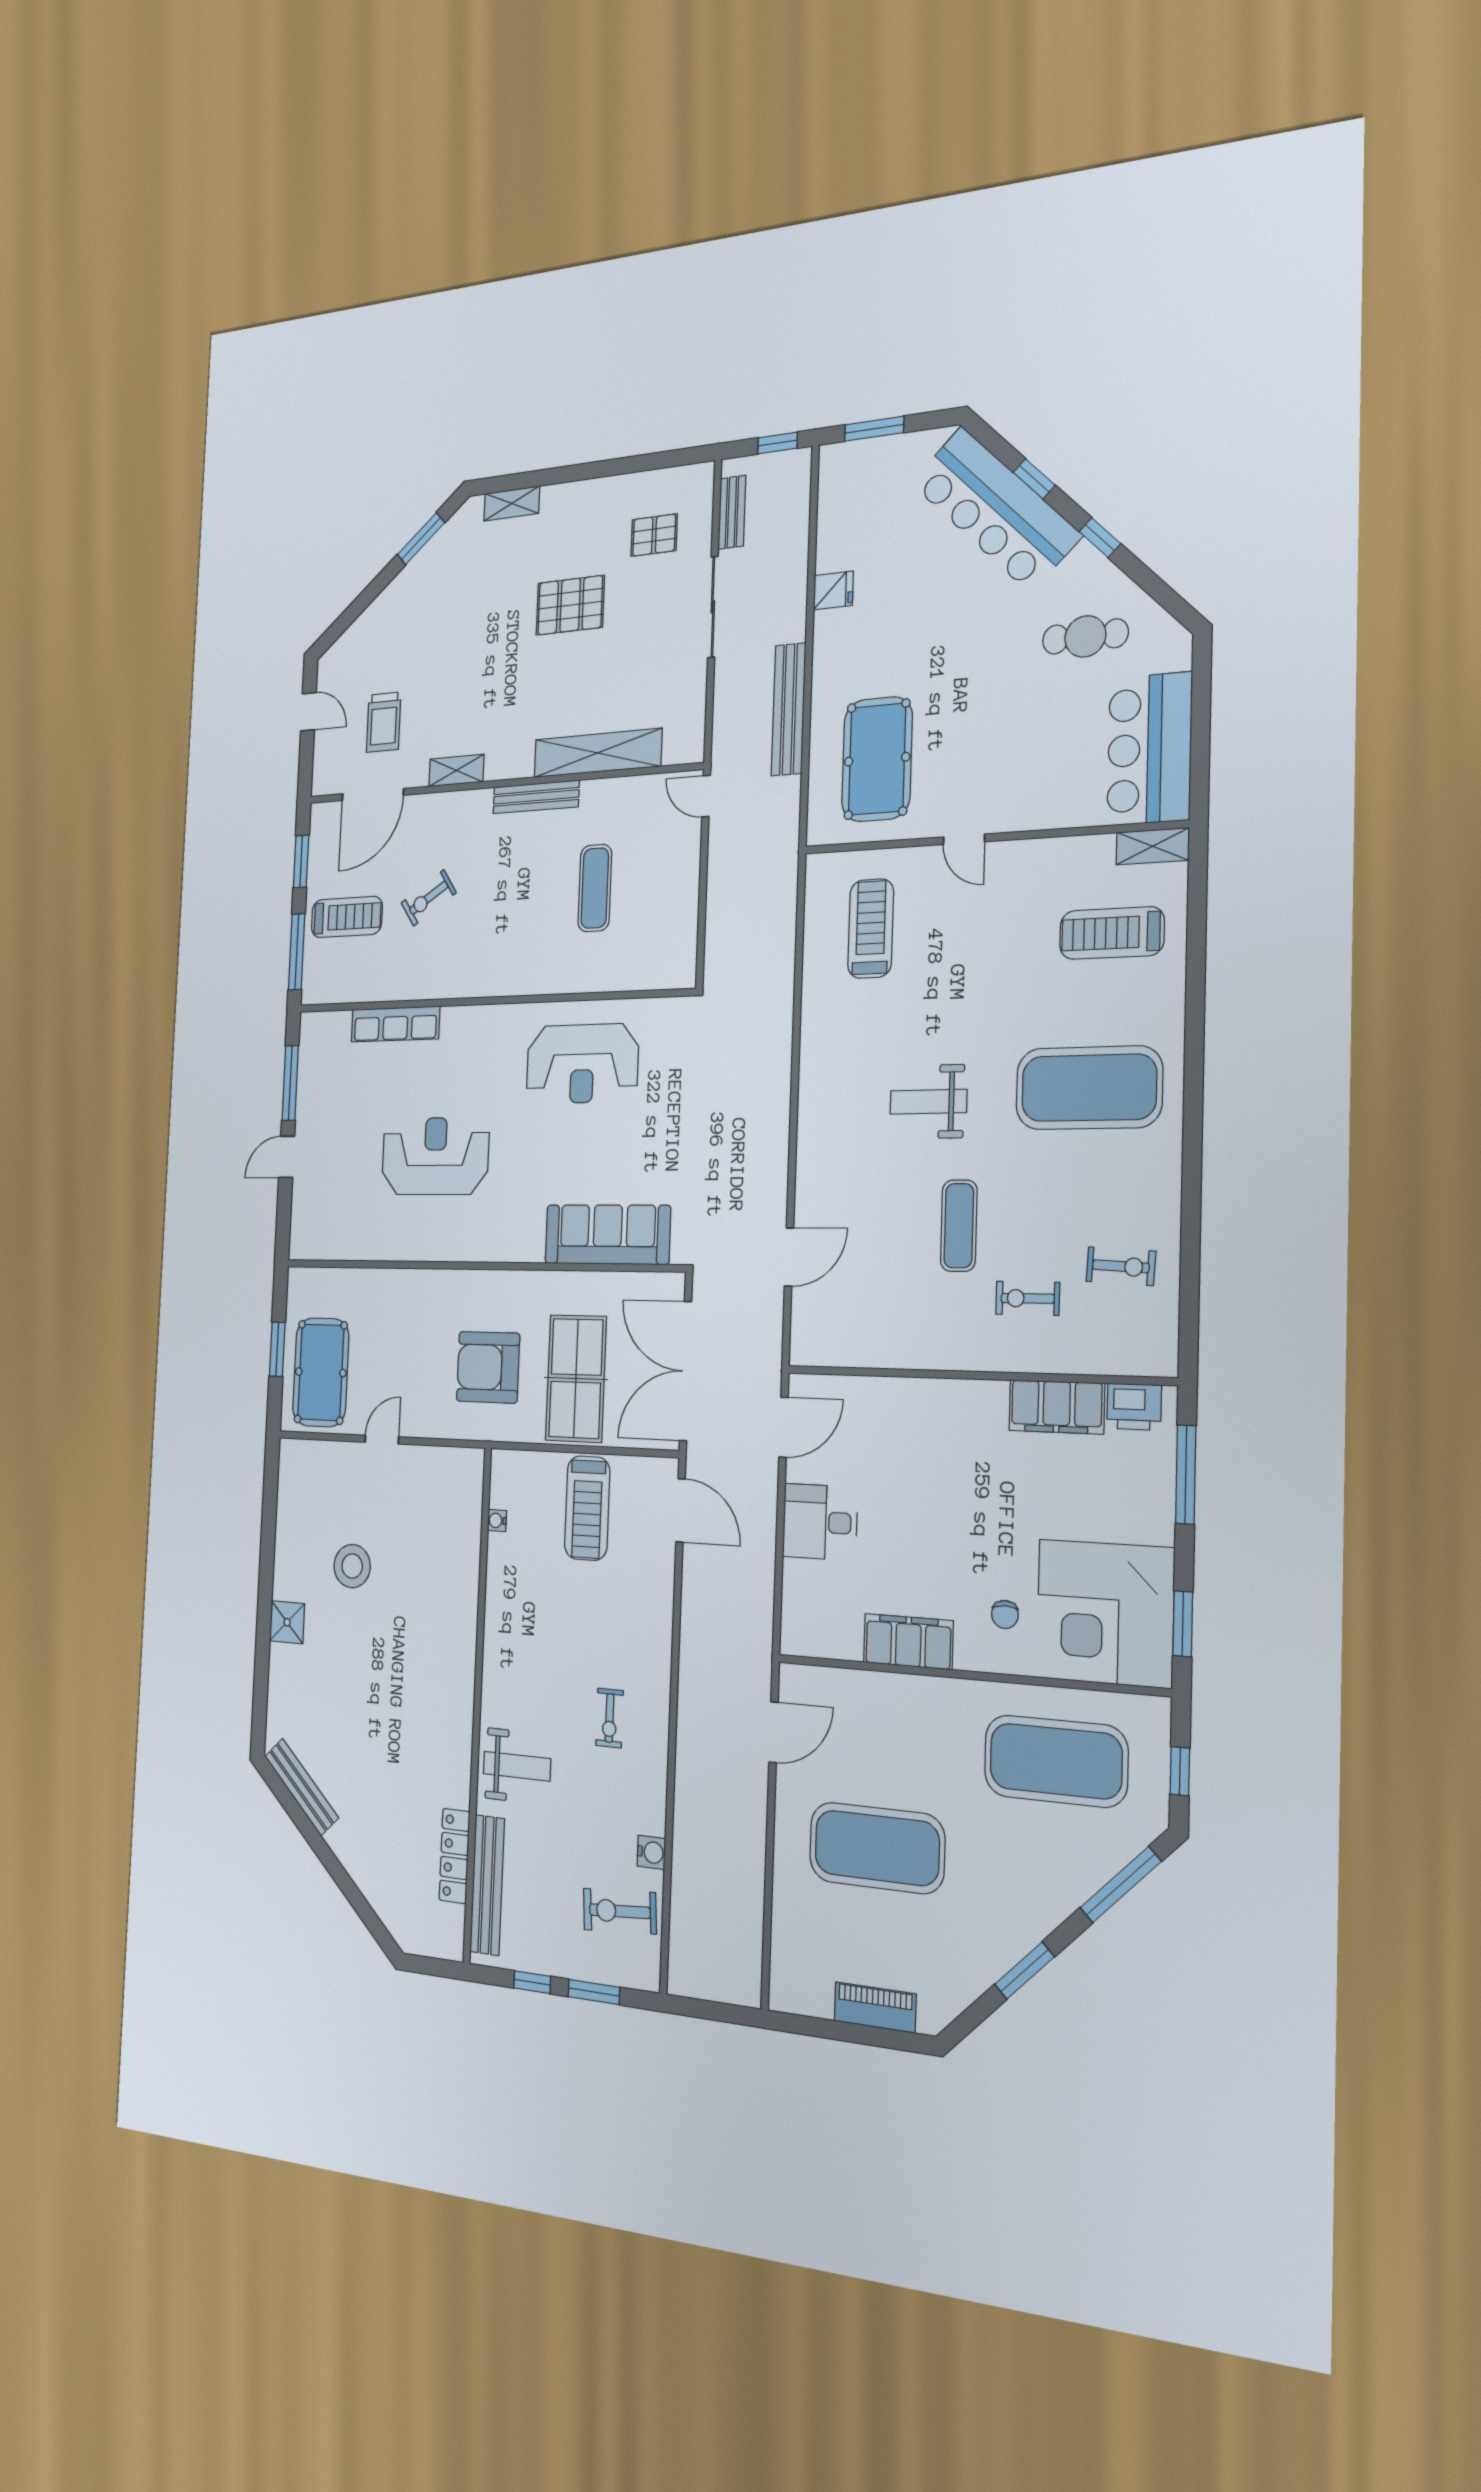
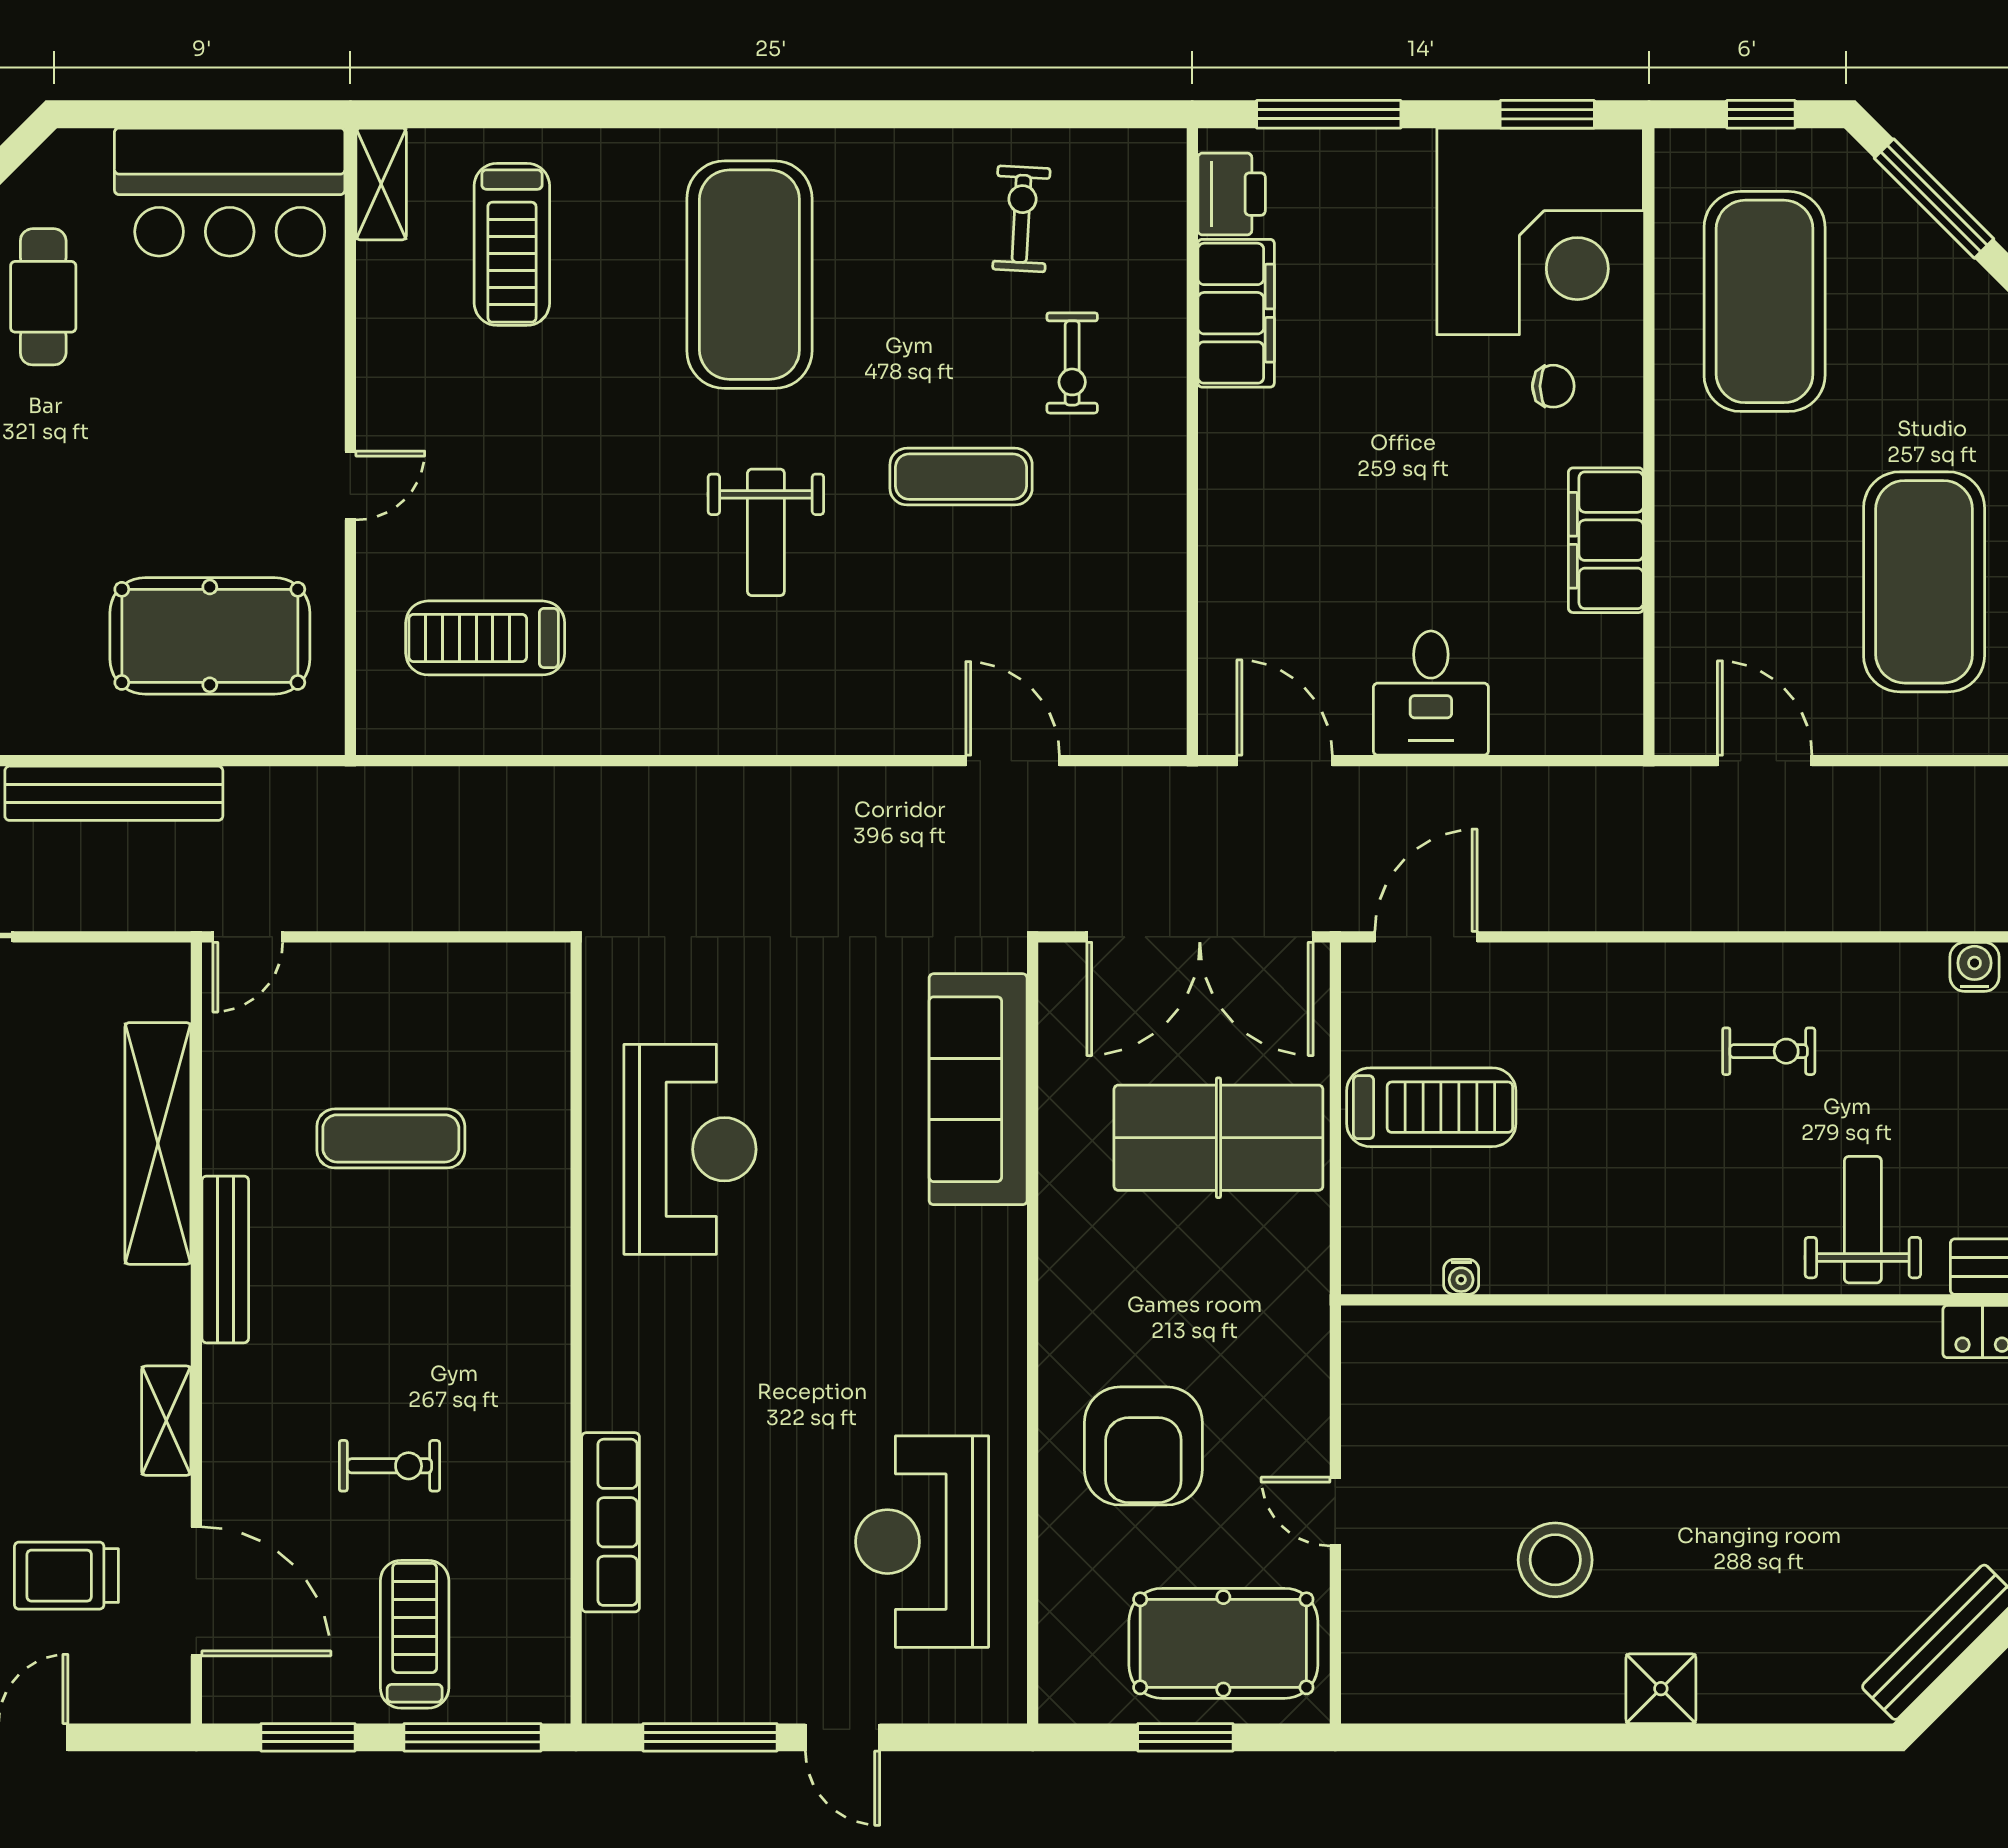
trolley: (384, 722) -> (66, 1576), turned 180
exercise bike: (429, 898) -> (389, 1466), turned -57
reception desk: (435, 1156) -> (922, 1542), moved
armchair: (488, 1367) -> (1143, 1446), moved

